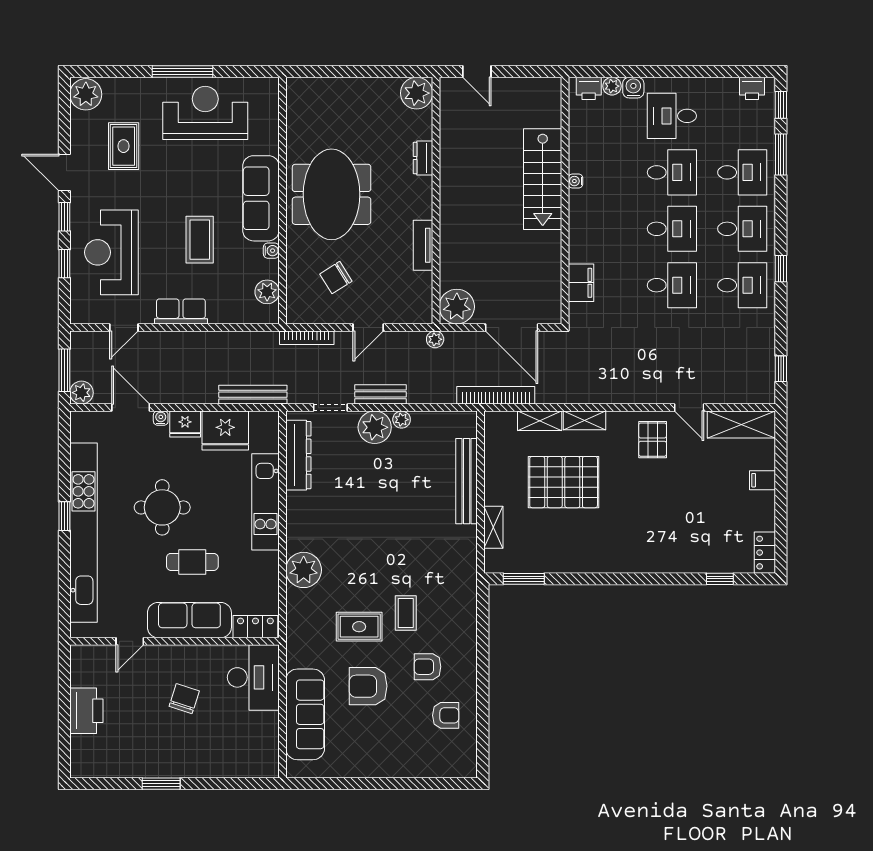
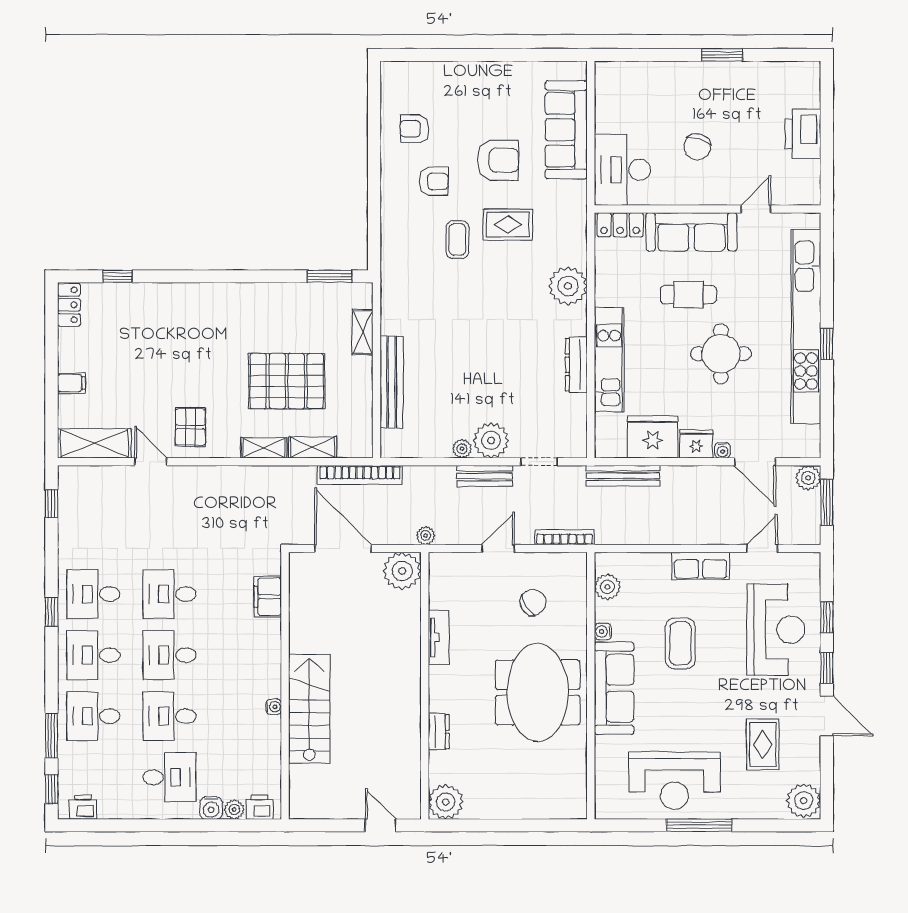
dresser: (298, 455) -> (576, 365), moved, width x0.73, depth x0.80

